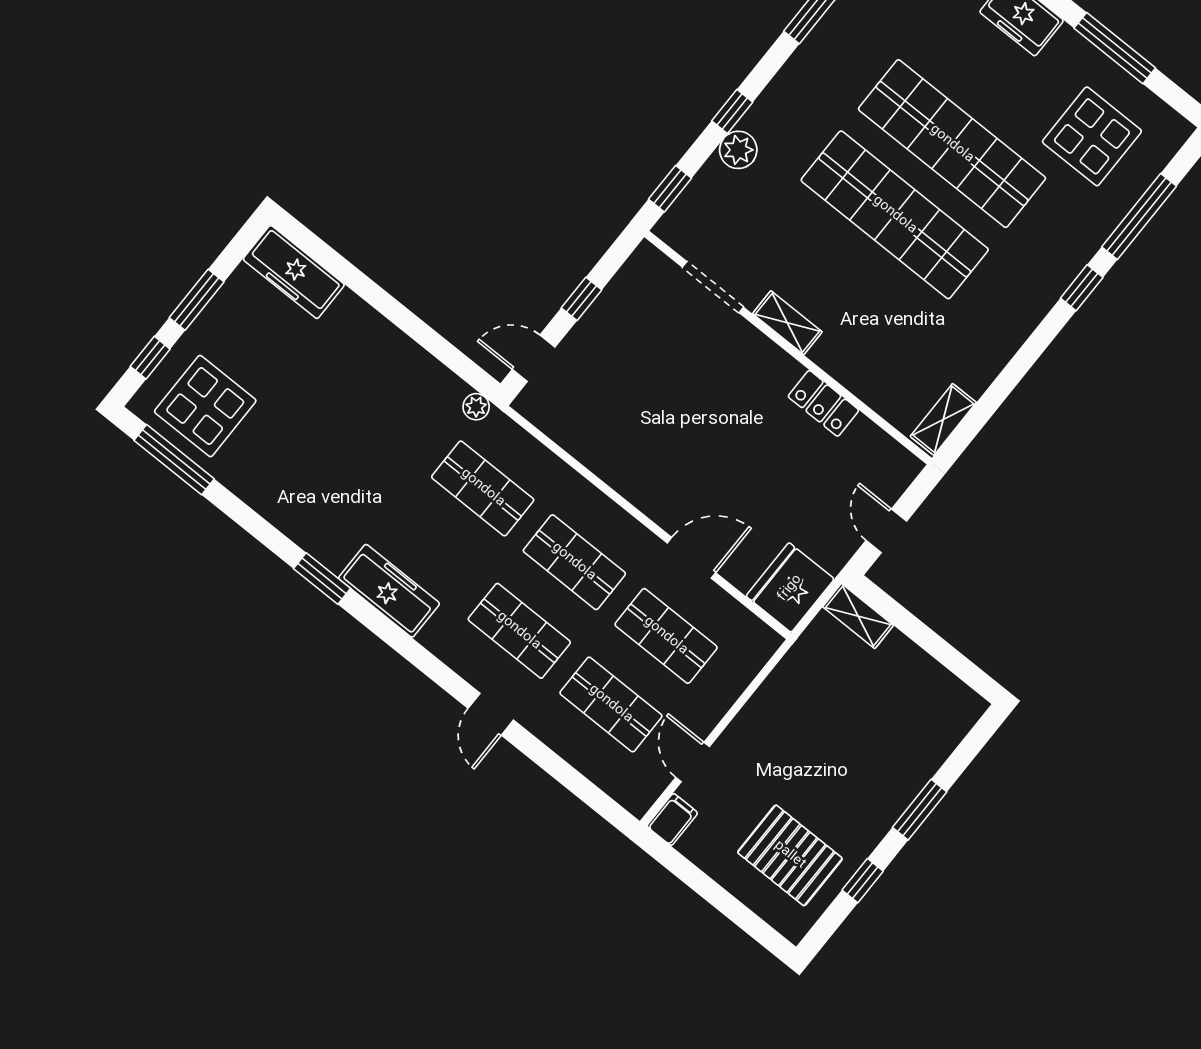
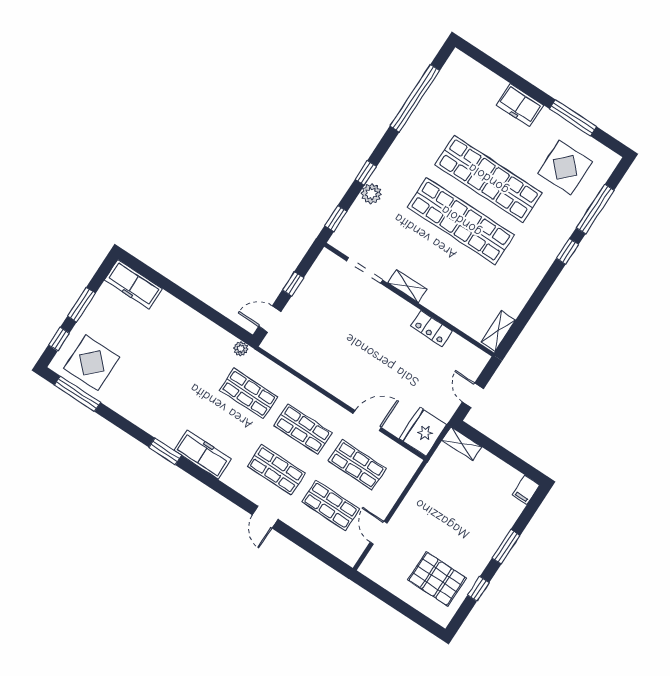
filing cabinet: (672, 820) -> (526, 490), moved, turned 180

